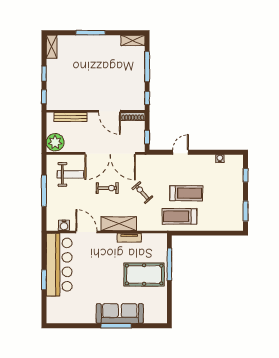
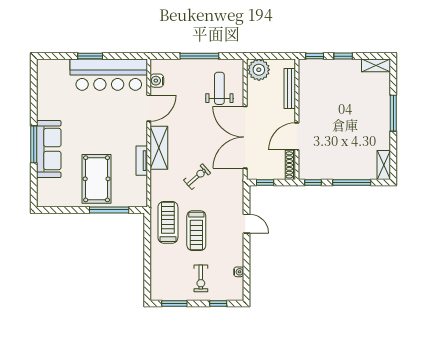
weight bench: (70, 174) -> (219, 88), turned 180
exercise bike: (107, 188) -> (201, 278), moved

